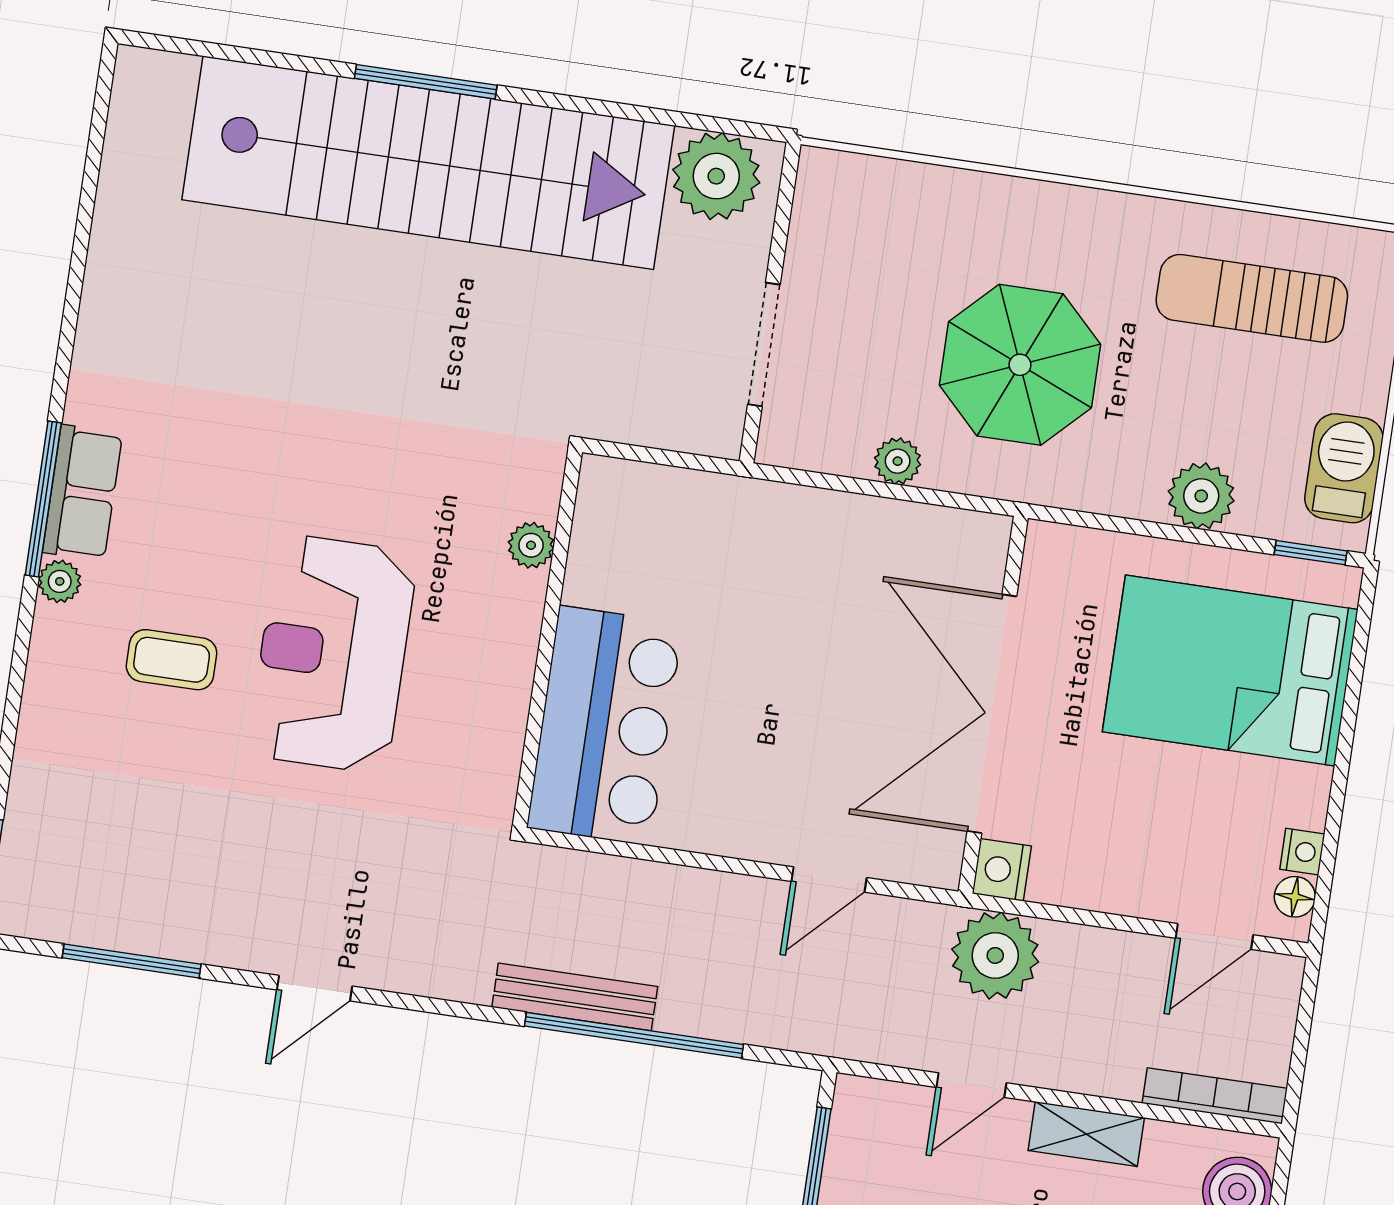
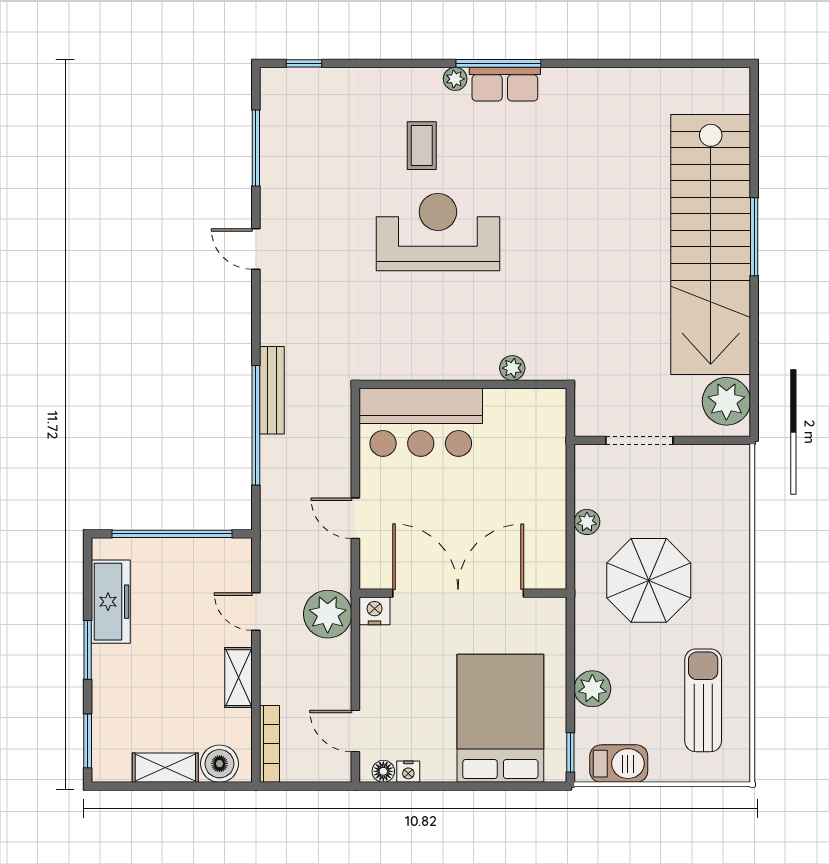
plant: (531, 545) -> (512, 368), moved
wall: (547, 639) -> (463, 384), moved
bar counter: (605, 726) -> (421, 422), moved

